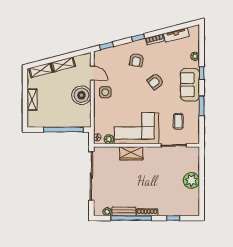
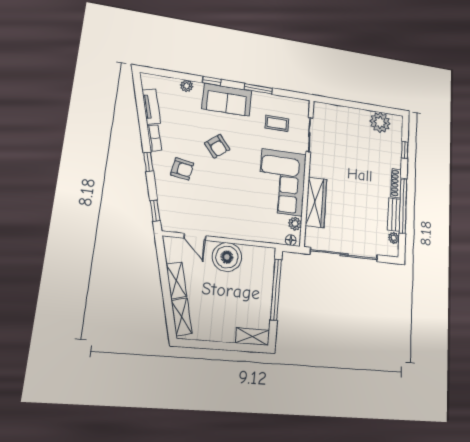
door: (92, 73) -> (195, 237), swing flipped
side table: (105, 92) -> (226, 221), removed
shelving: (32, 100) -> (253, 337), moved
wardrobe: (131, 153) -> (316, 202), width x1.50
plant: (191, 180) -> (380, 122), moved

